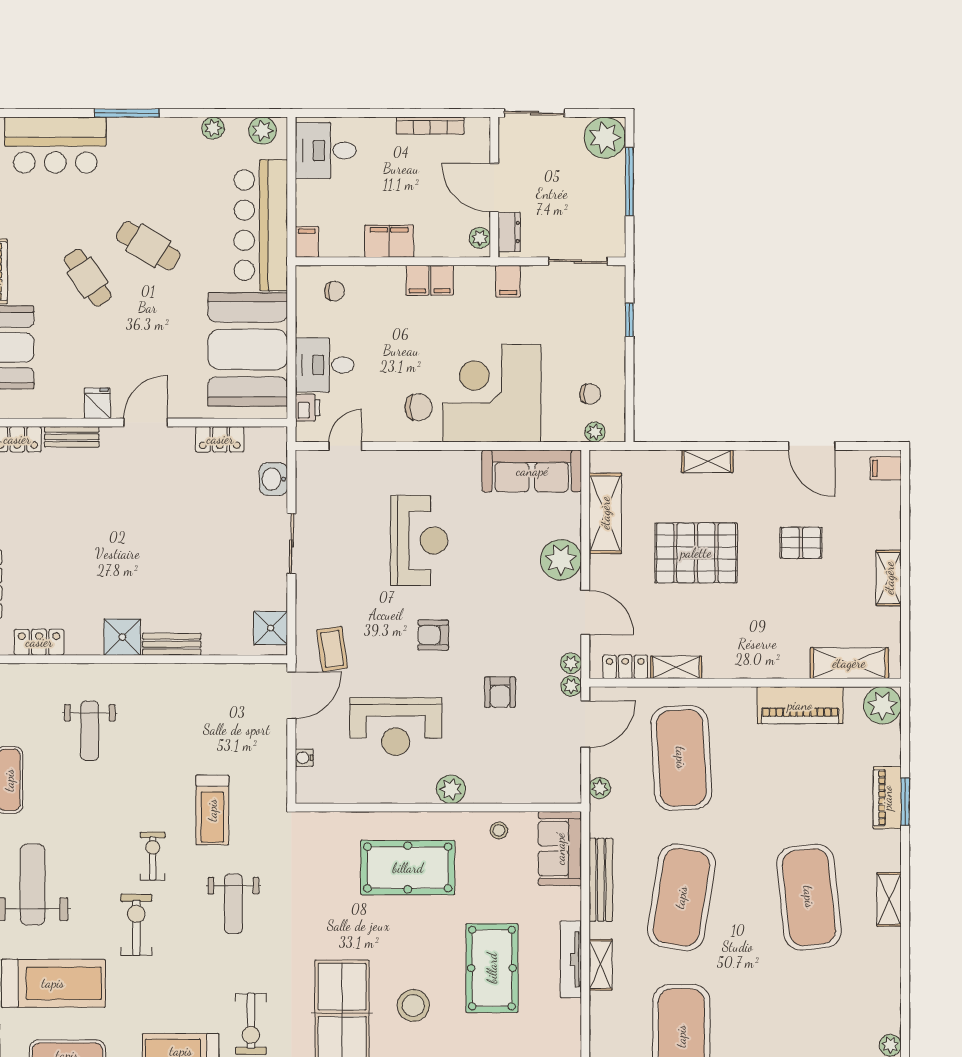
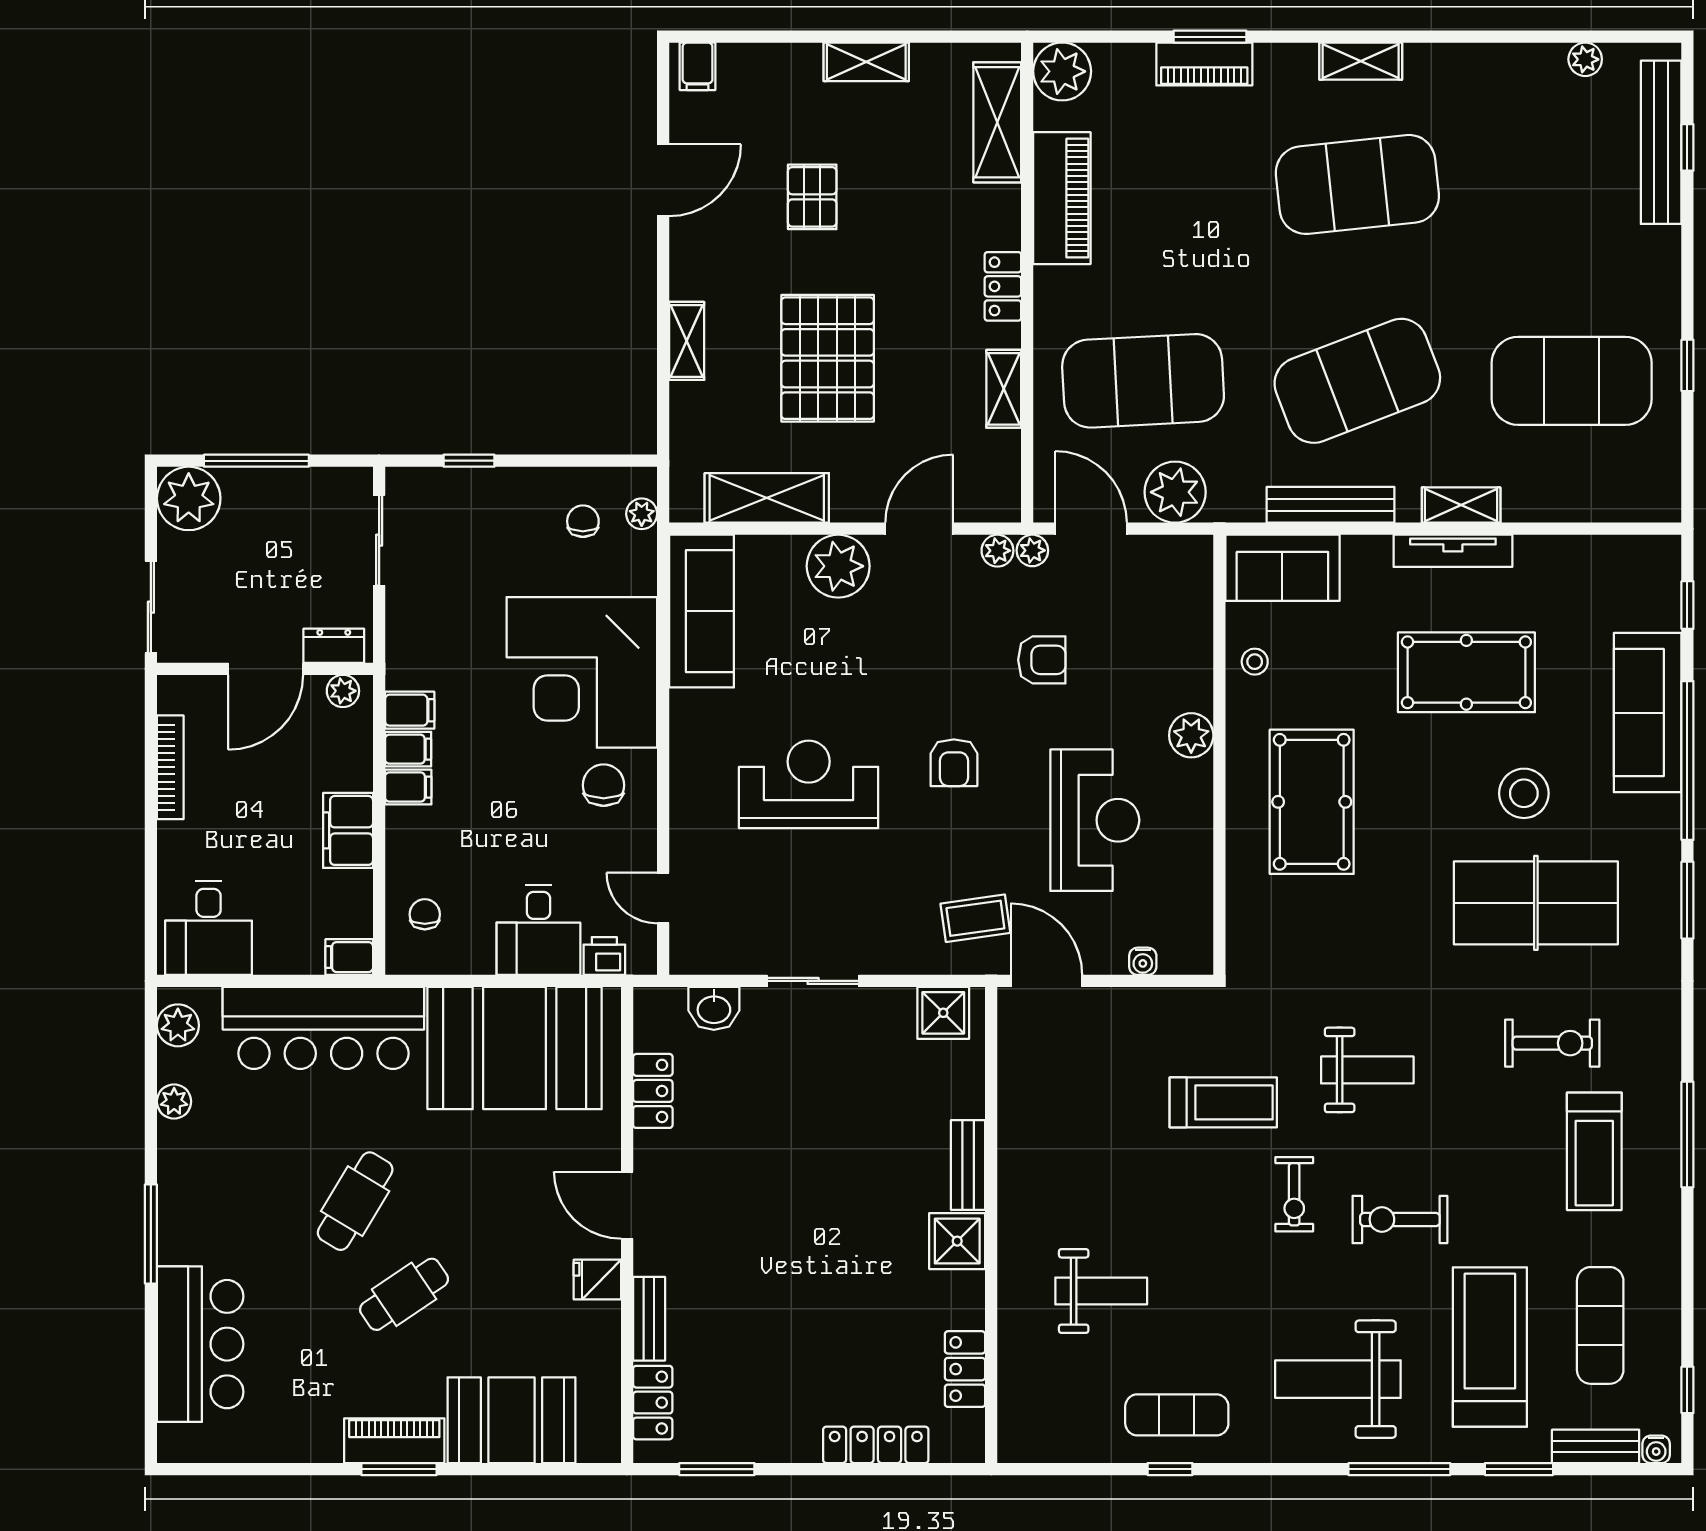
filing cabinet: (508, 281) -> (410, 710), moved
locker: (625, 667) -> (1003, 286), moved
plant: (600, 788) -> (1175, 492), width x1.88, depth x1.88
exercise bike: (153, 856) -> (1294, 1194), turned -90
exercise mat: (681, 897) -> (1357, 381), turned -30

